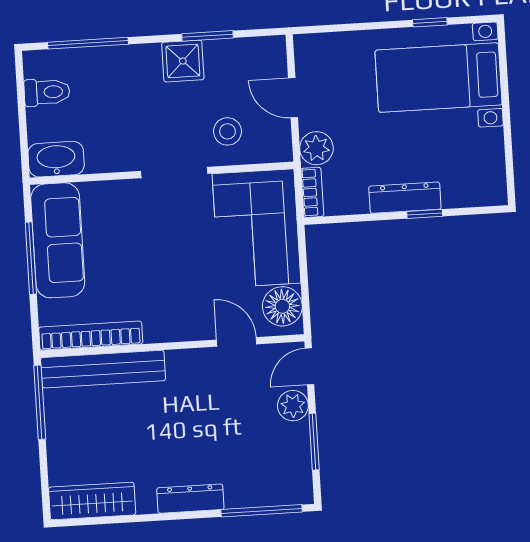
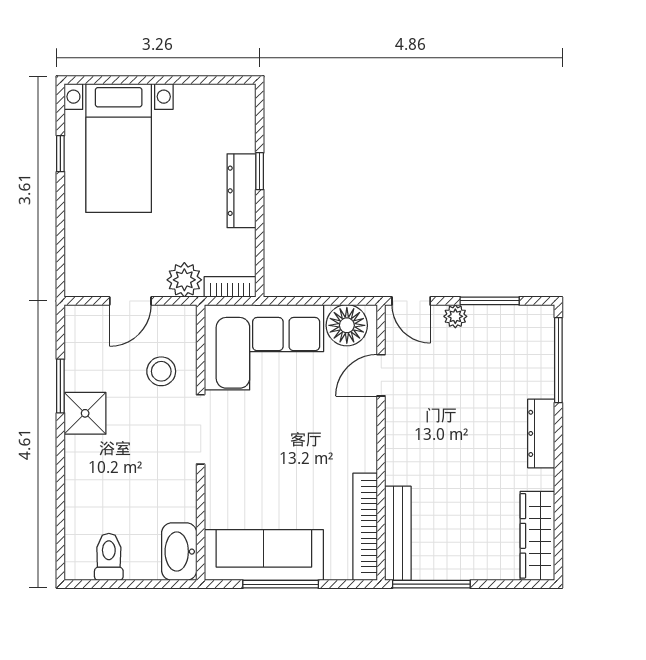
window: (88, 43) -> (60, 511), removed
bench: (103, 369) -> (398, 533), width x0.73, depth x0.82
plant: (293, 406) -> (455, 316), width x0.73, depth x0.73

